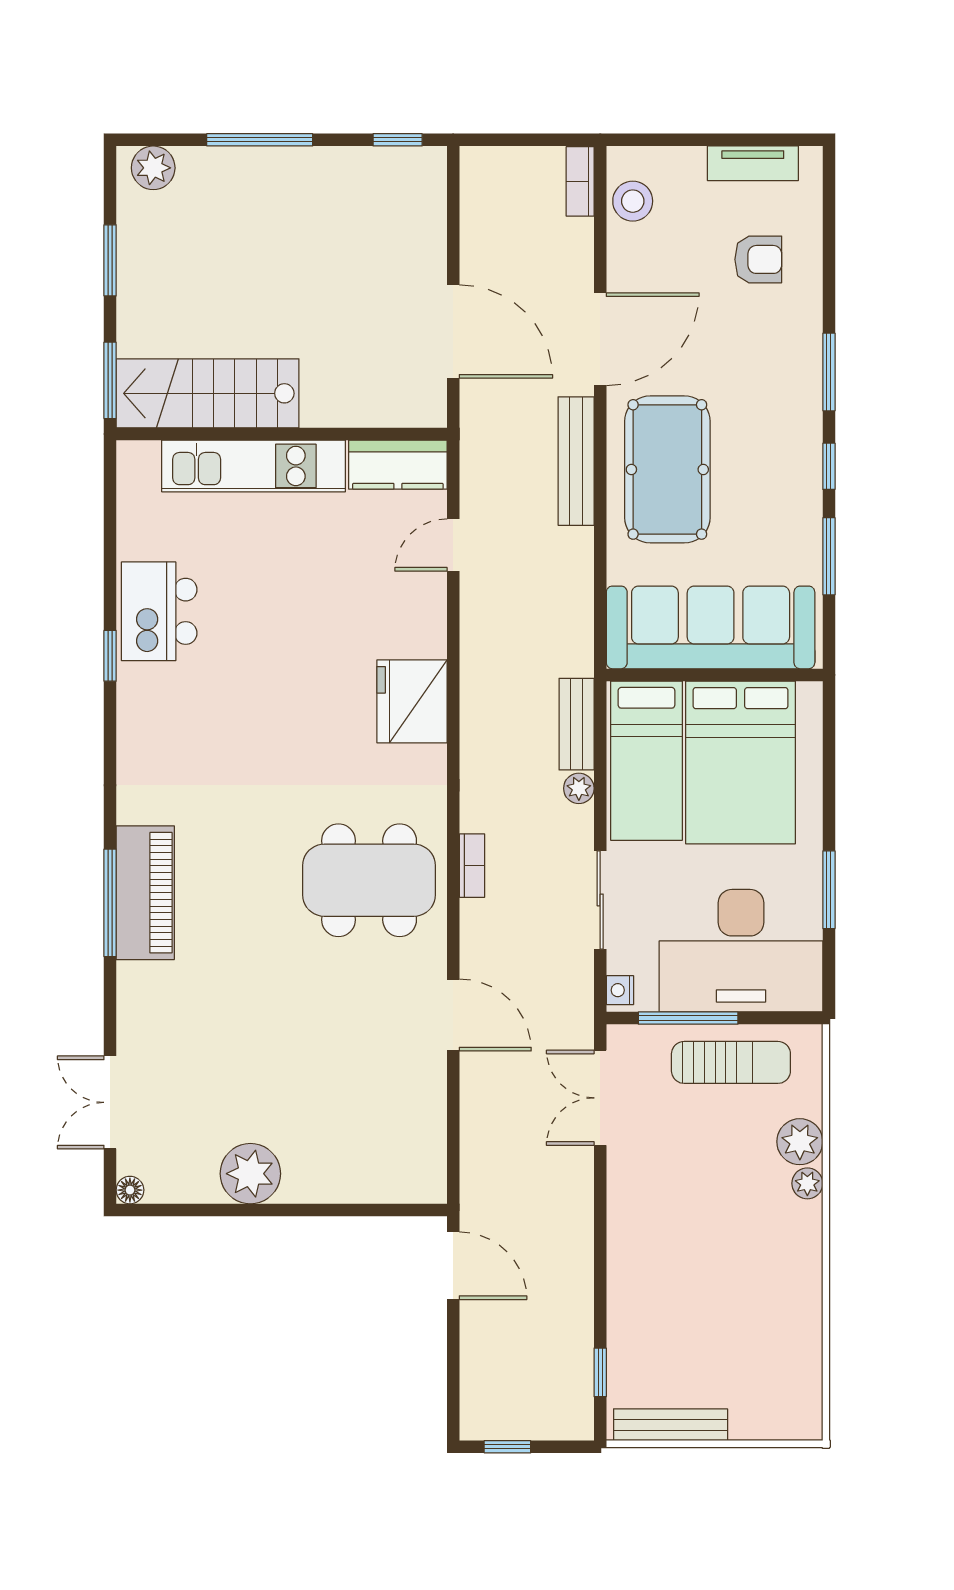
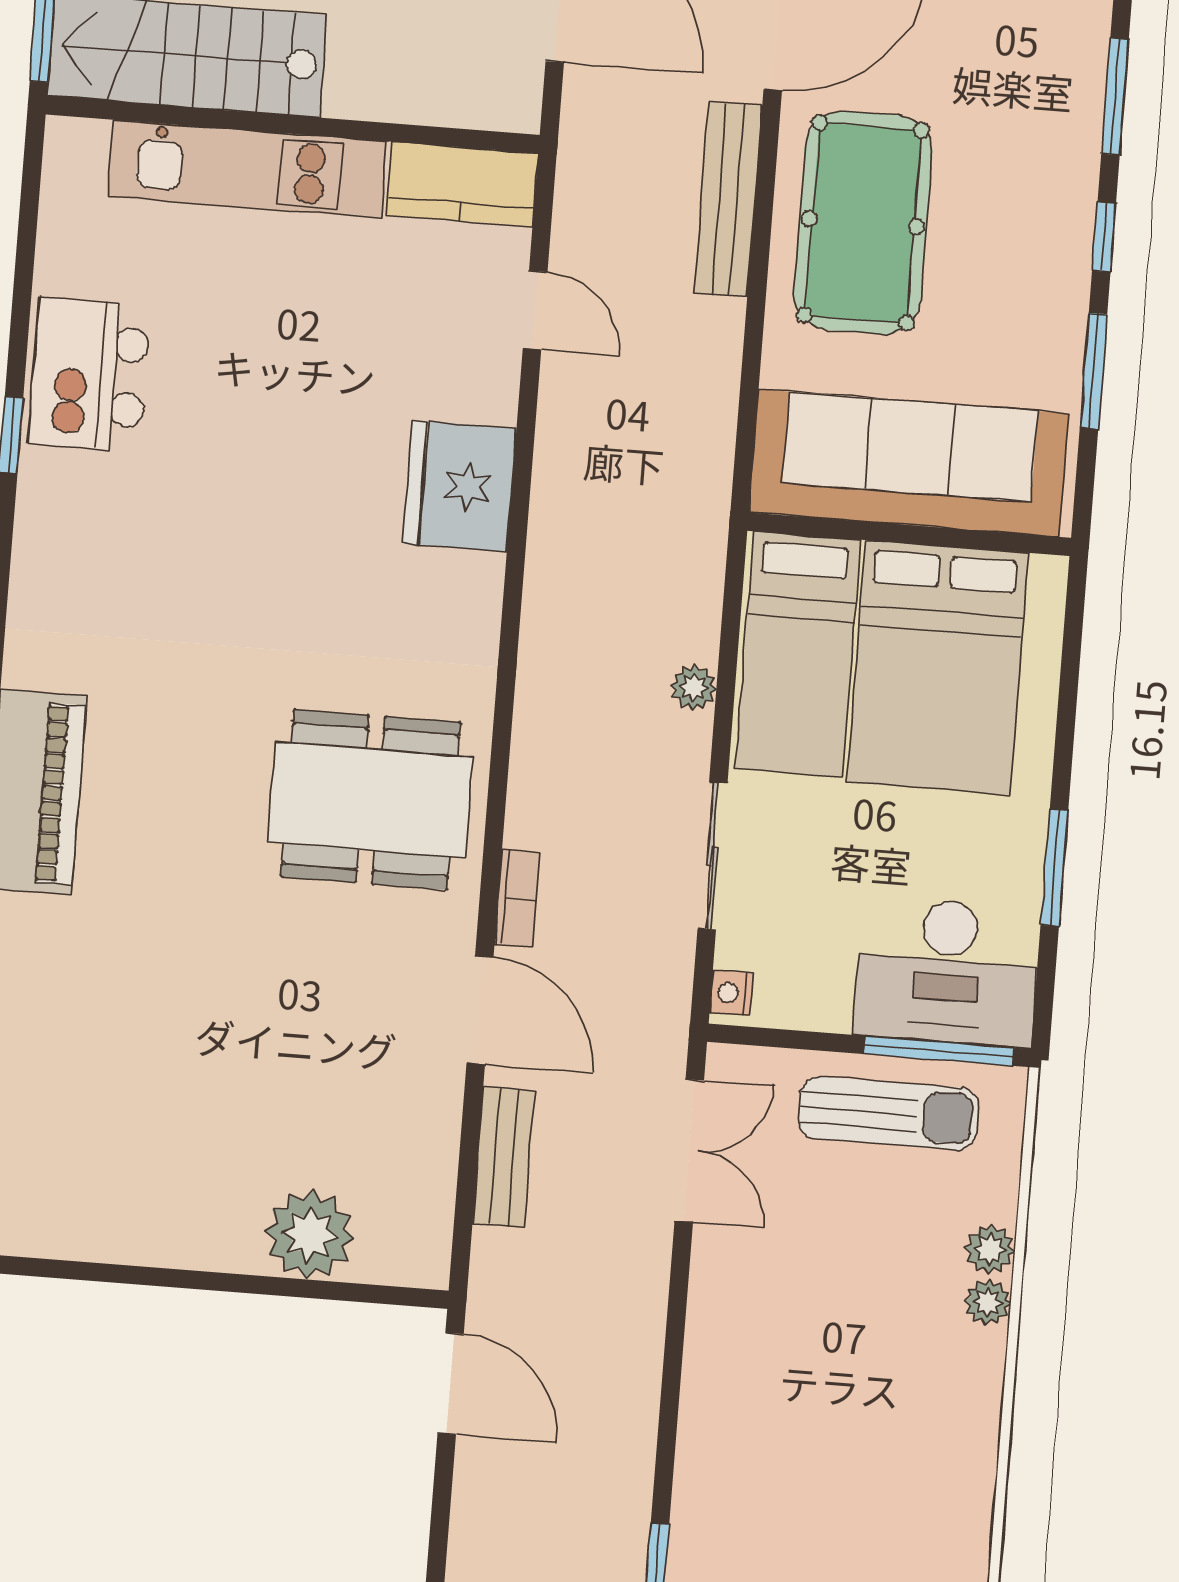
door: (453, 545) -> (535, 310), swing flipped
fridge: (412, 701) -> (459, 486), moved
bench: (577, 724) -> (504, 1157), moved
bookcase: (472, 866) -> (517, 898), moved
desk: (741, 951) -> (947, 972), width x0.73, depth x0.77
window: (688, 1018) -> (939, 1051), moved
double door: (600, 1098) -> (689, 1151), swing flipped
plant: (800, 1142) -> (990, 1249), width x0.73, depth x0.73
plant: (250, 1174) -> (309, 1234), moved

